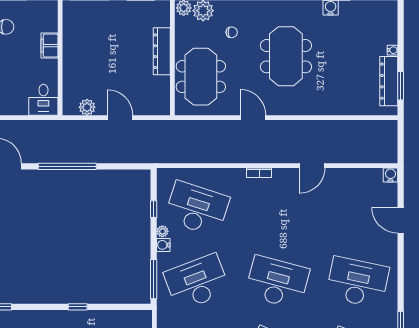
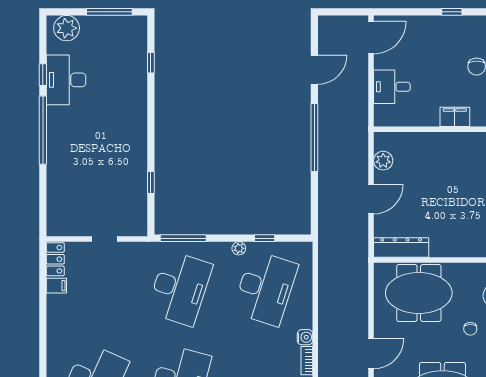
dresser: (162, 51) -> (401, 247), moved
desk: (43, 100) -> (392, 87), moved
water cooler: (163, 245) -> (305, 337), moved, turned 90
desk: (197, 282) -> (180, 288), turned 39
window: (78, 307) -> (151, 182), moved

